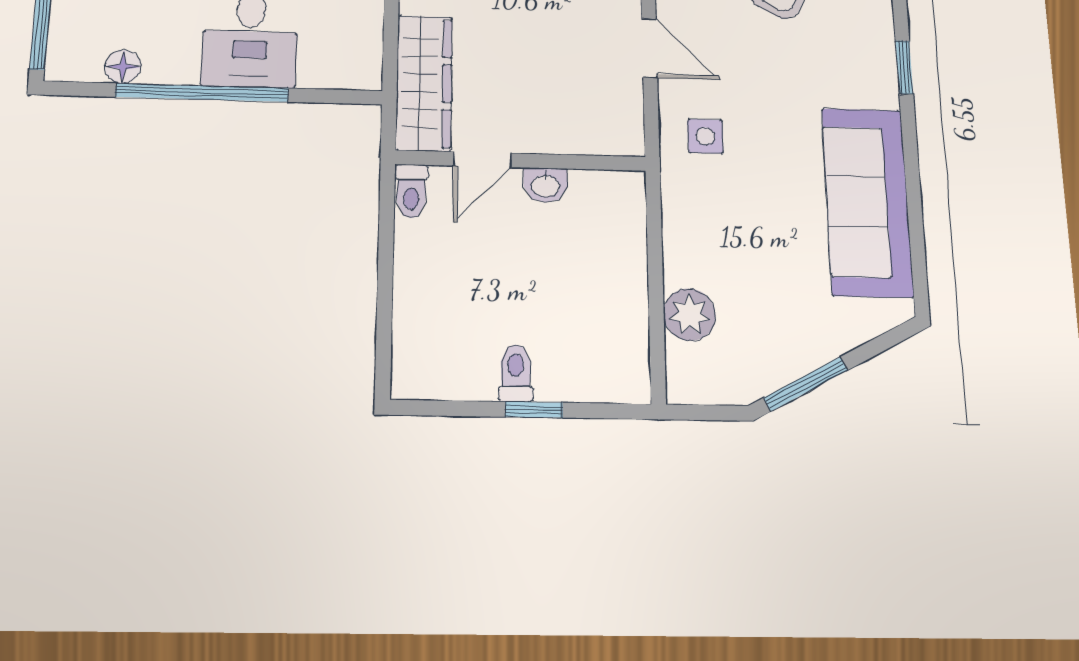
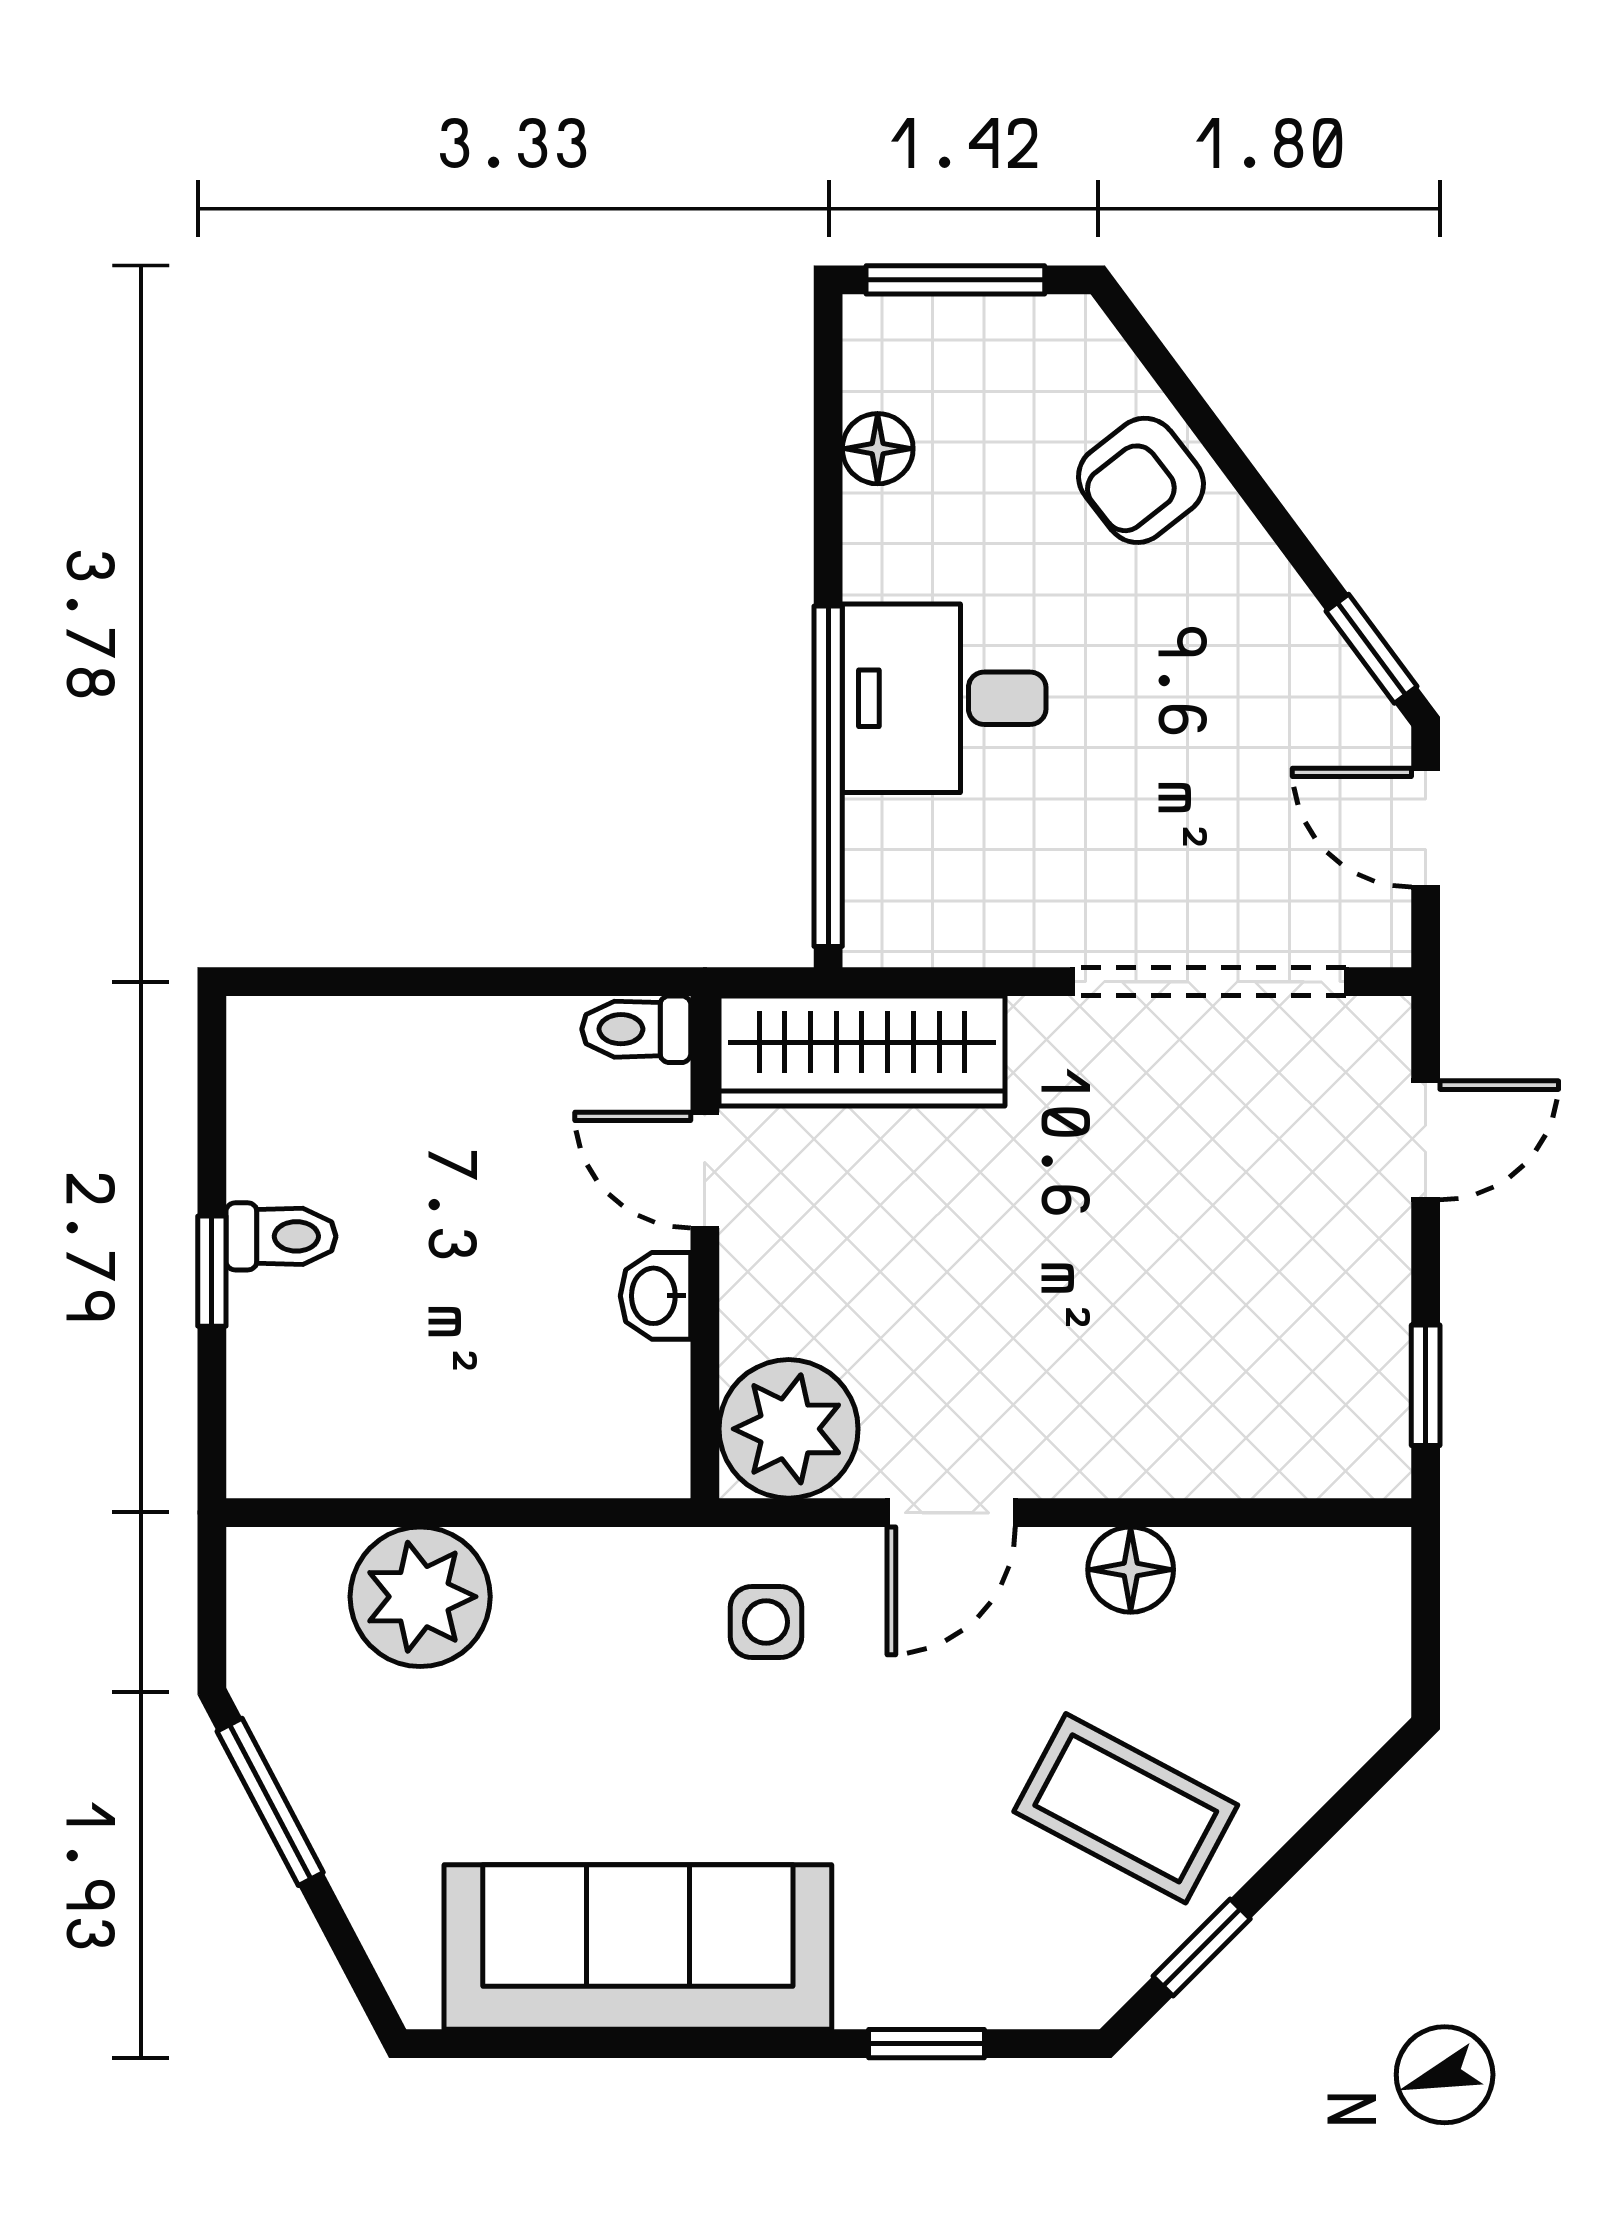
window: (202, 93) -> (828, 776), moved
plant: (610, 123) -> (789, 1429), added
plant: (690, 315) -> (420, 1597), width x1.36, depth x1.36

